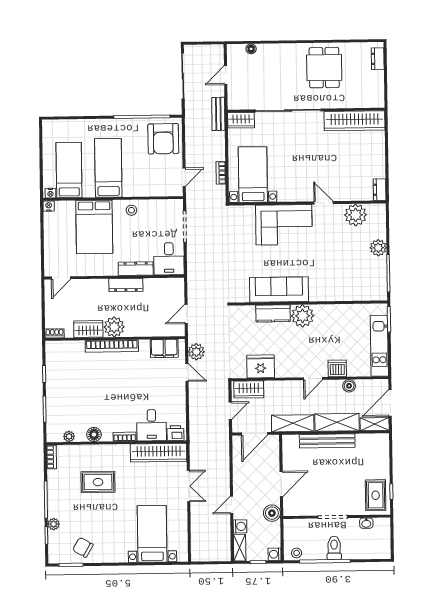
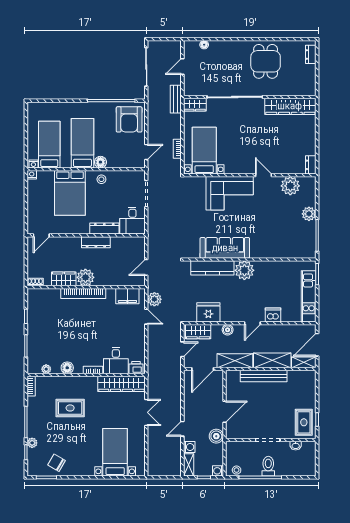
floor lamp: (130, 190) -> (100, 162), added
kitchen counter: (273, 313) -> (212, 268), width x1.50
boiler: (349, 386) -> (228, 330), moved

